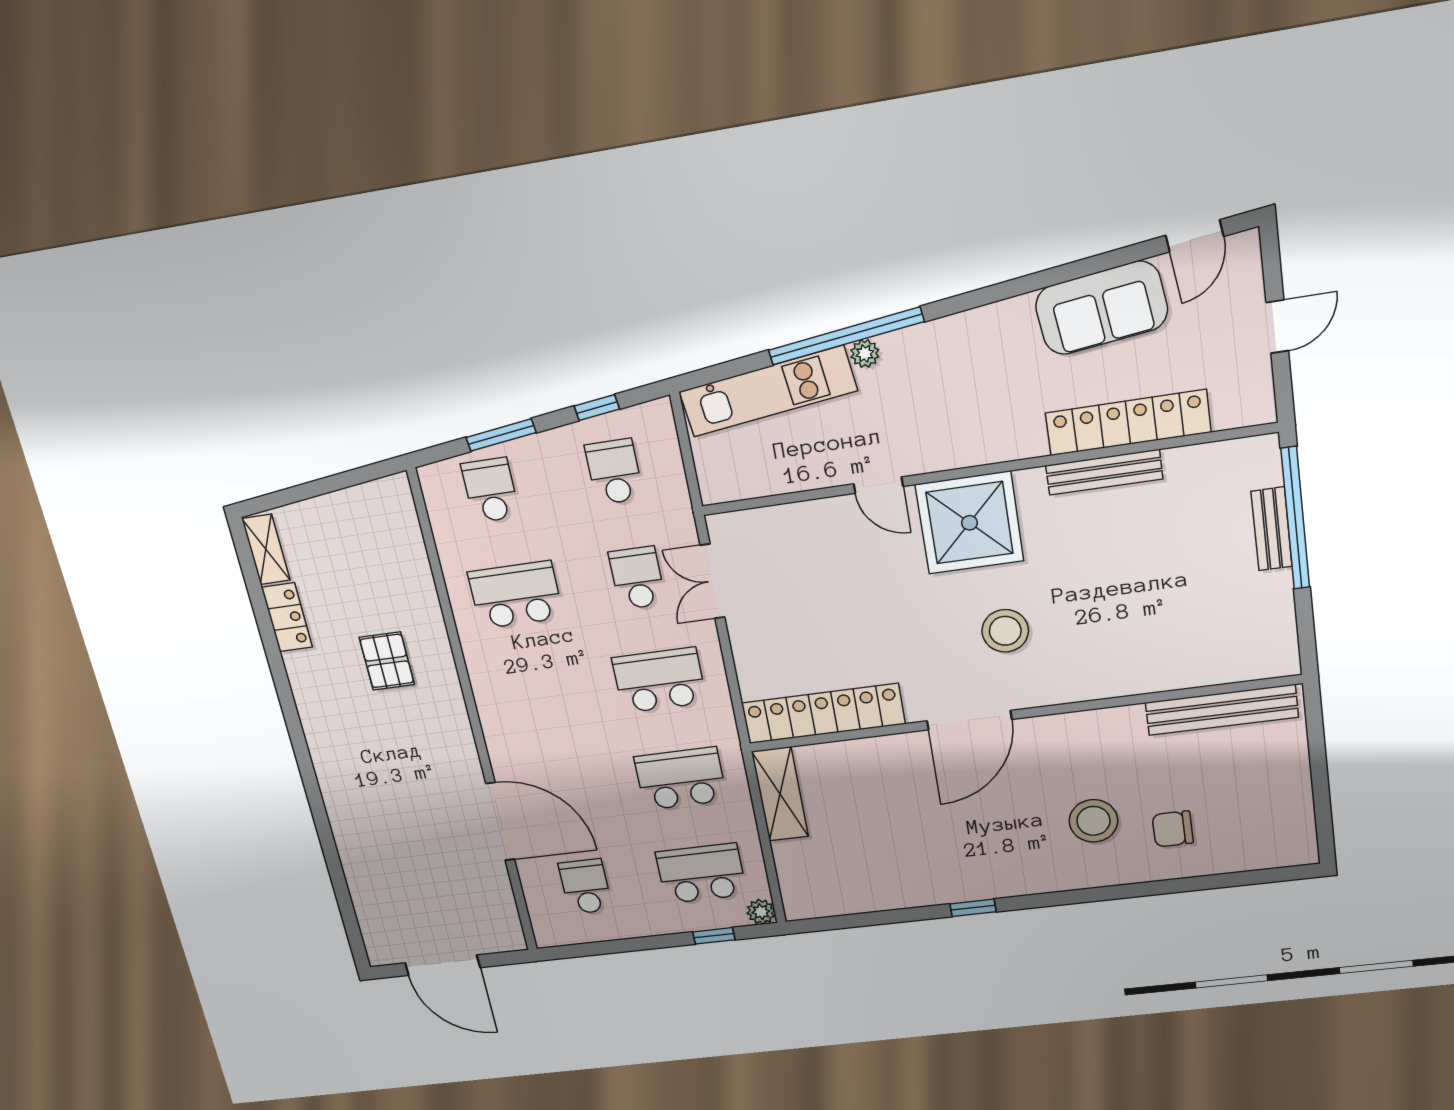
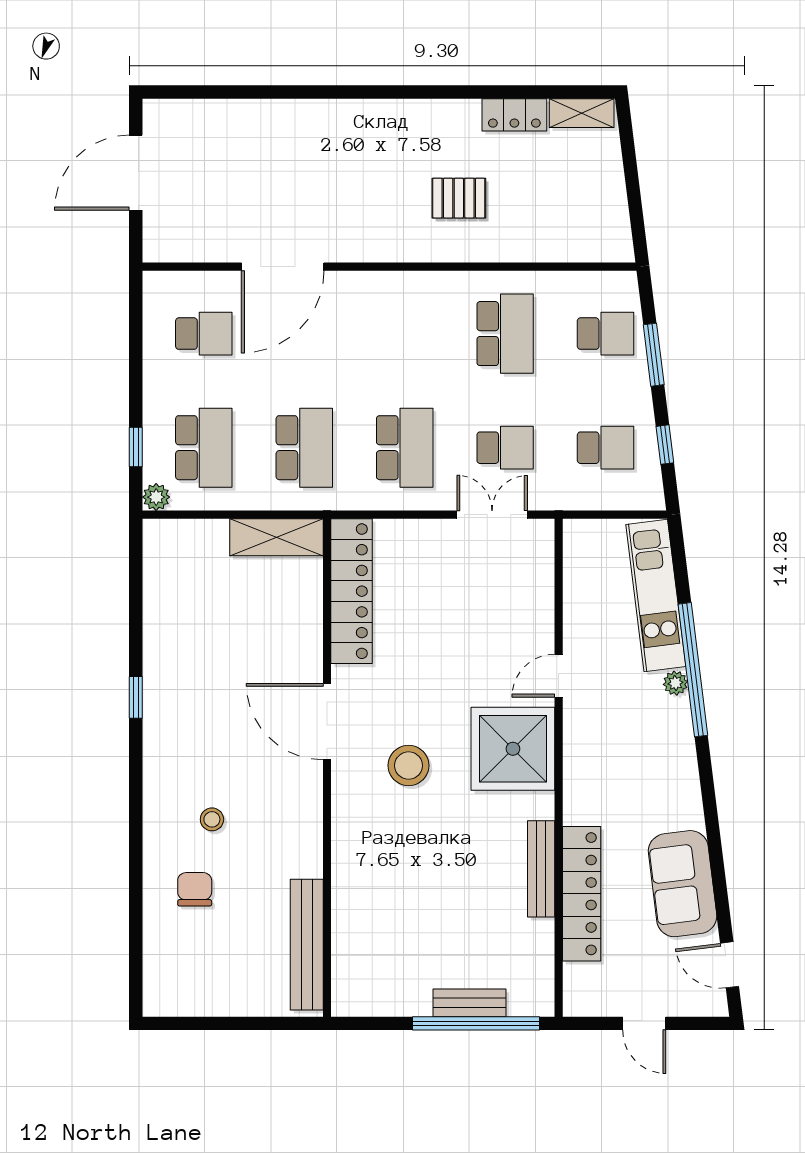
stool: (1093, 821) -> (212, 819), width x0.53, depth x0.53

